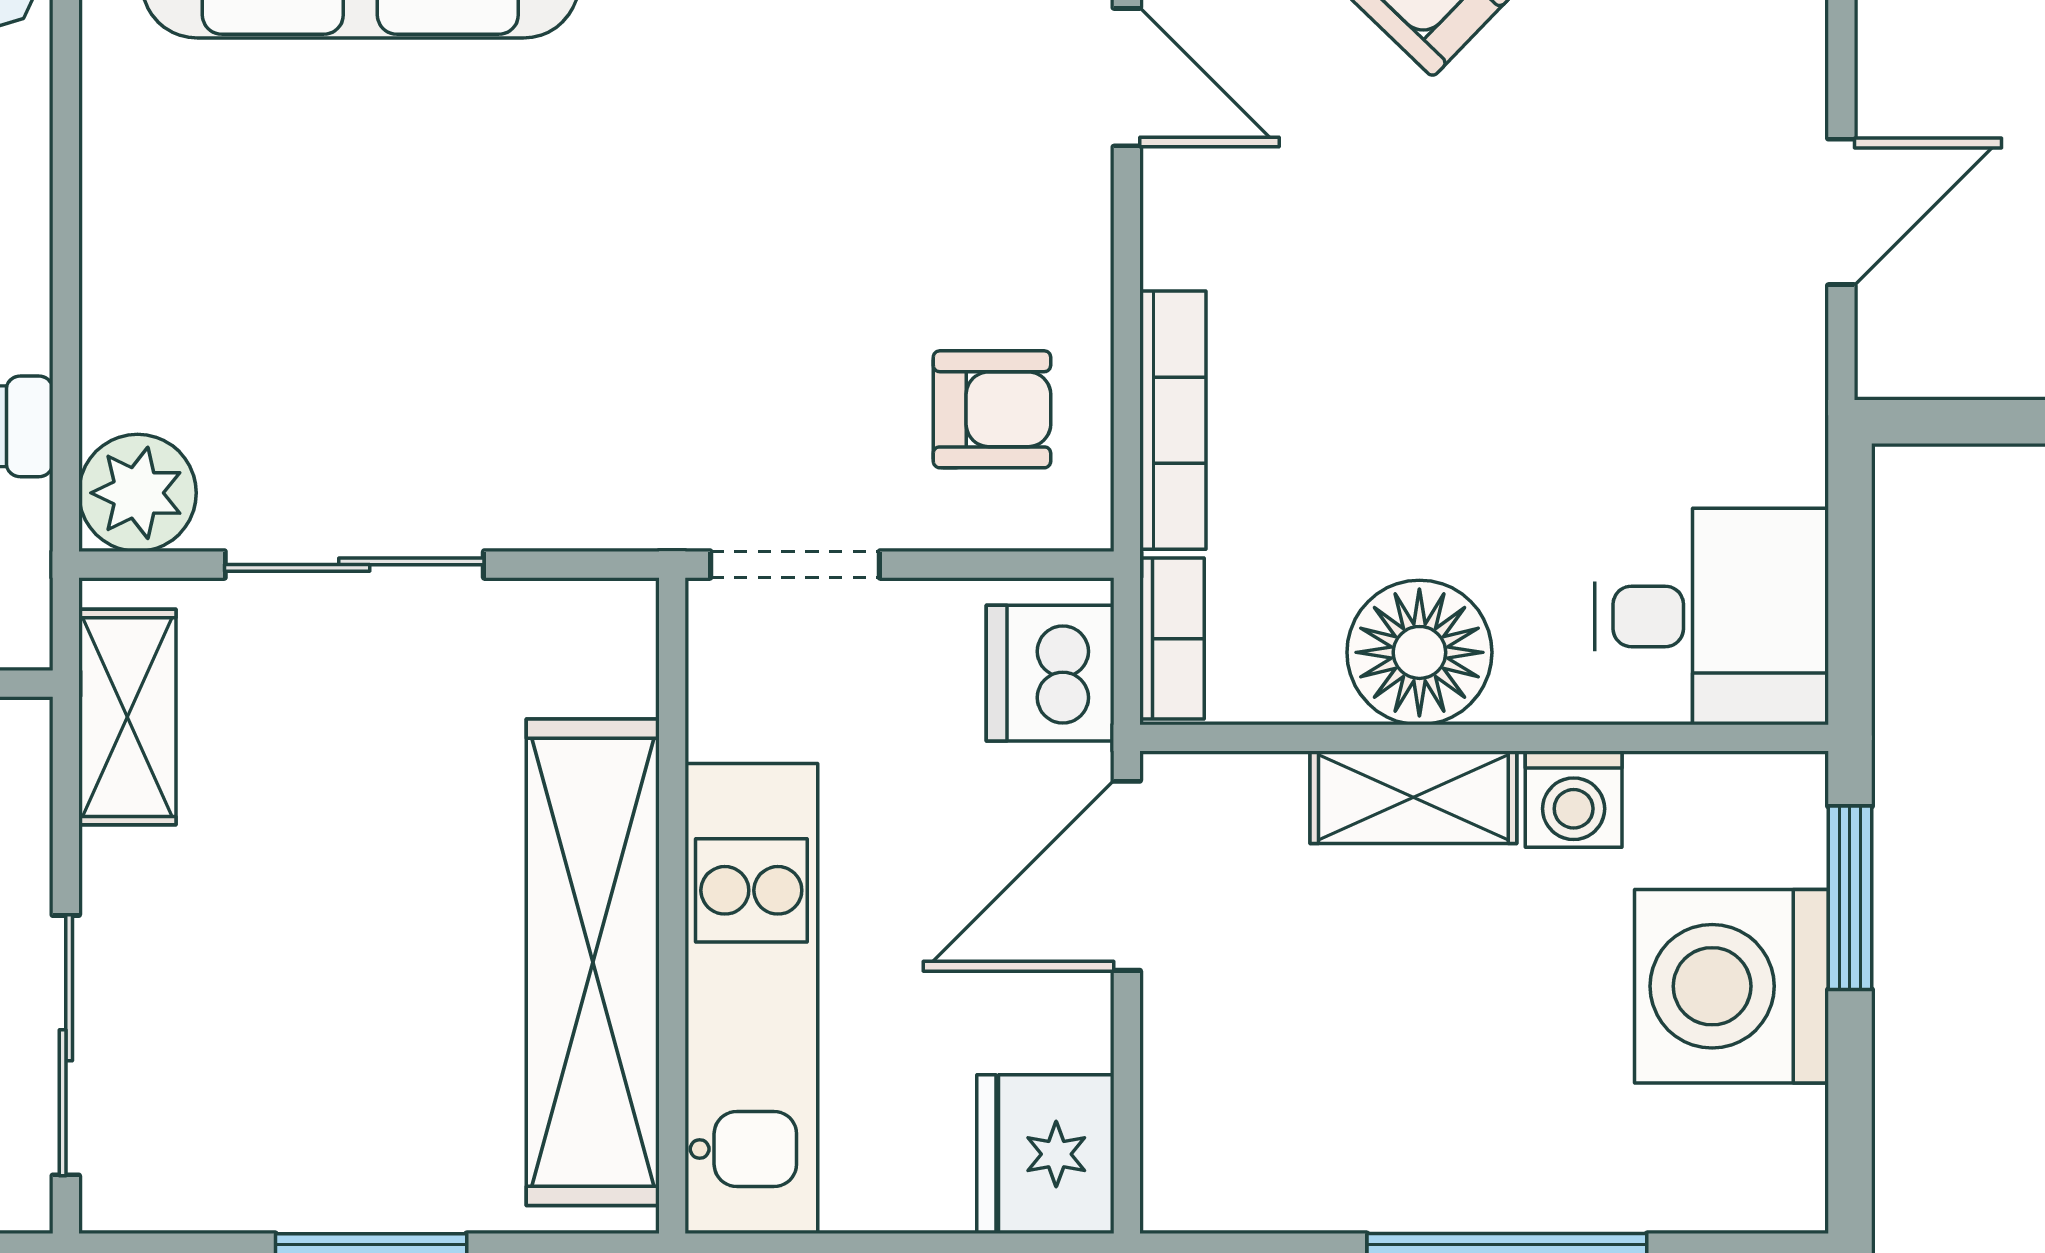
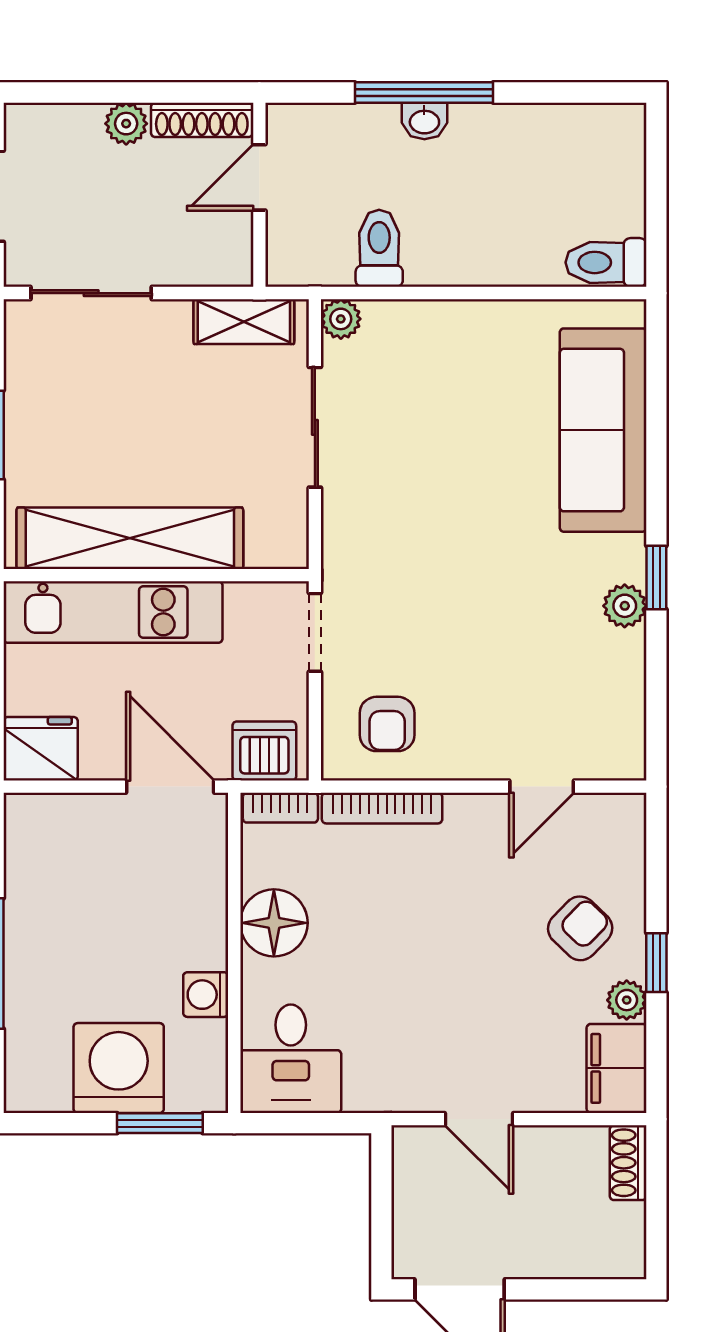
plant: (138, 493) -> (341, 319), width x0.73, depth x0.73
shelving: (1413, 797) -> (207, 920), removed

